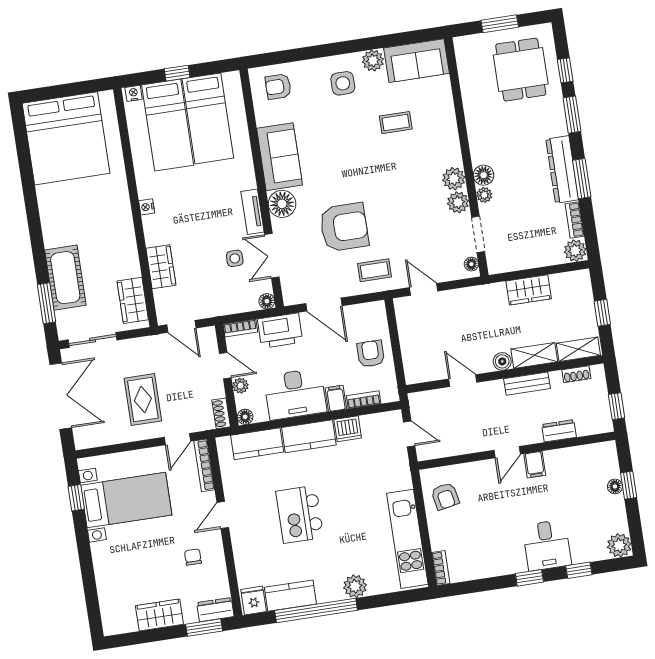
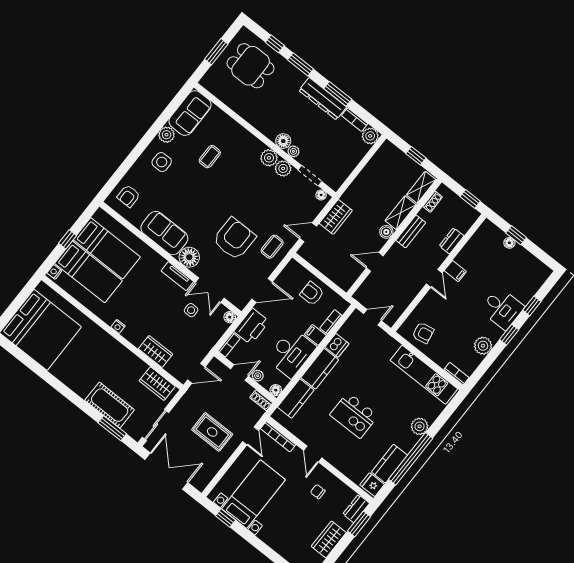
wardrobe: (529, 290) -> (336, 217), moved
plant: (619, 545) -> (483, 346), moved

